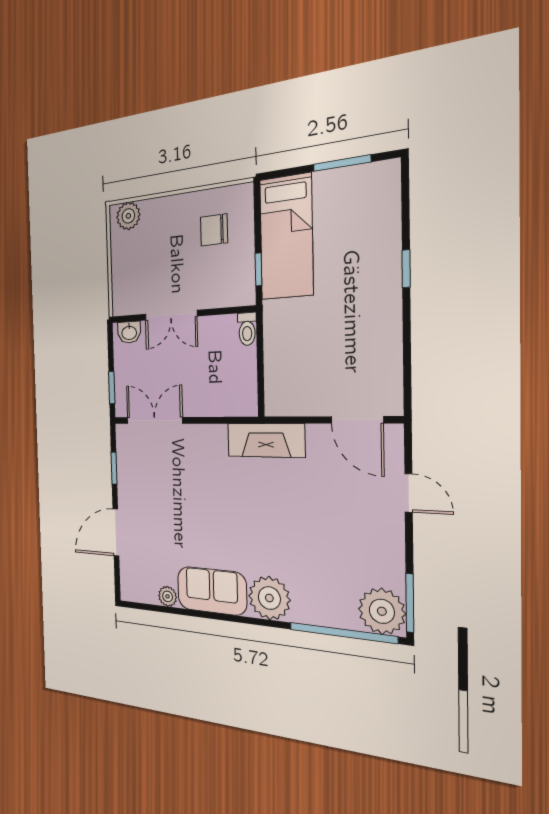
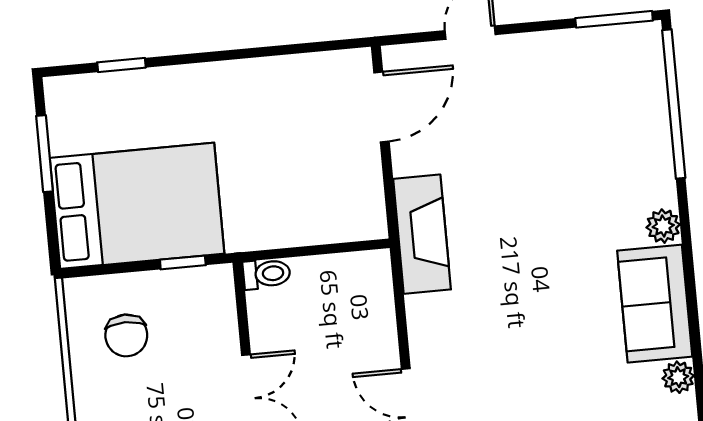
bed: (286, 237) -> (137, 206), width x1.50
window: (406, 269) -> (121, 65), moved
plant: (269, 598) -> (663, 226), width x0.53, depth x0.53
plant: (382, 611) -> (633, 54), removed

